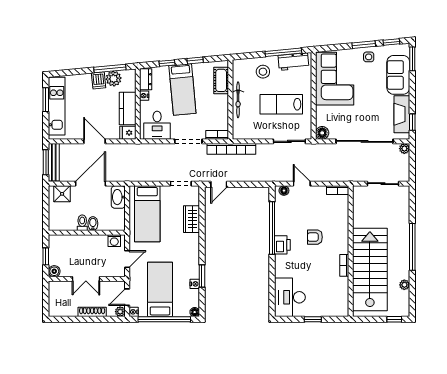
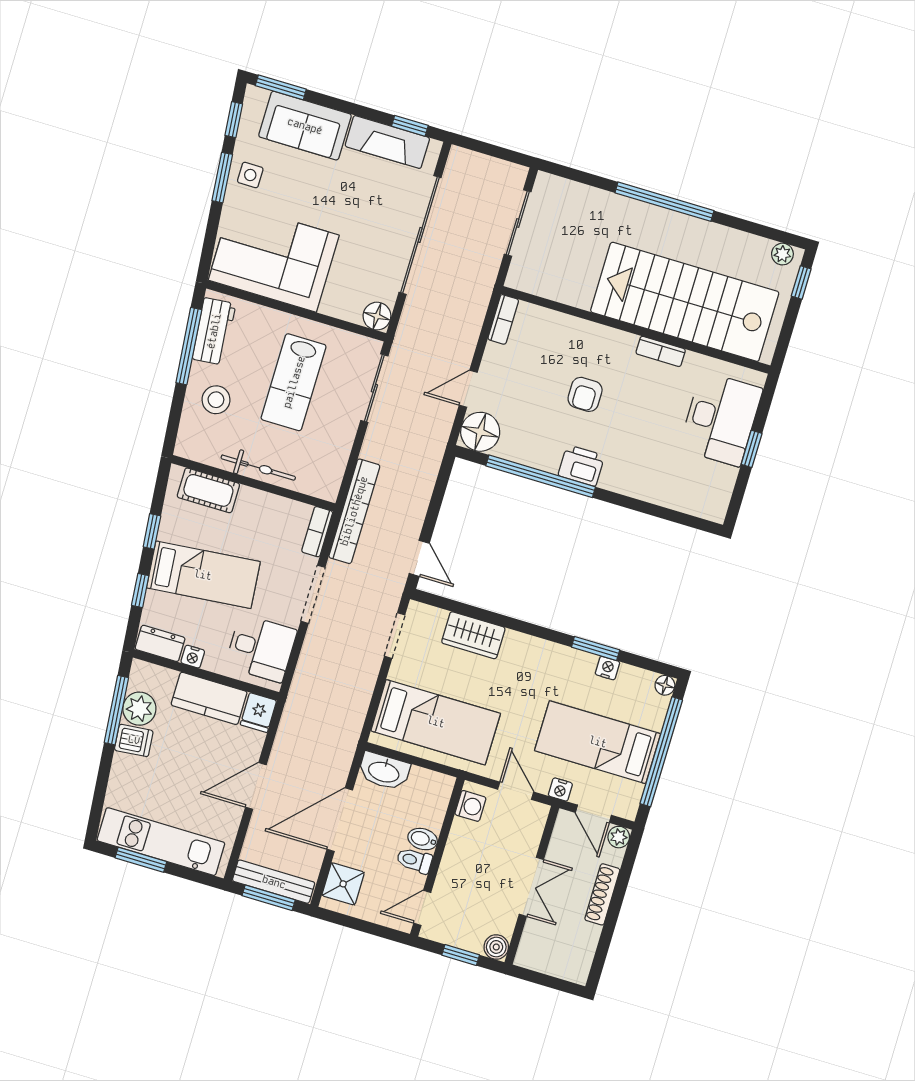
plant: (404, 149) -> (459, 158), removed
door: (91, 184) -> (340, 820), hinge flipped
floor lamp: (284, 191) -> (480, 432), width x1.89, depth x1.89
door: (62, 233) -> (422, 908), added
plant: (404, 285) -> (782, 254), moved
desk: (290, 297) -> (721, 419), moved, turned -90
nightstand: (134, 312) -> (560, 789), moved

